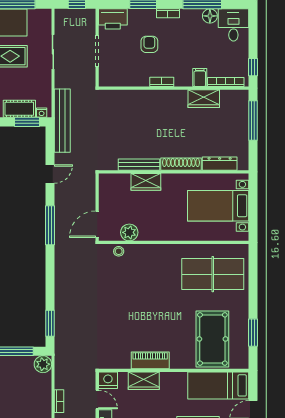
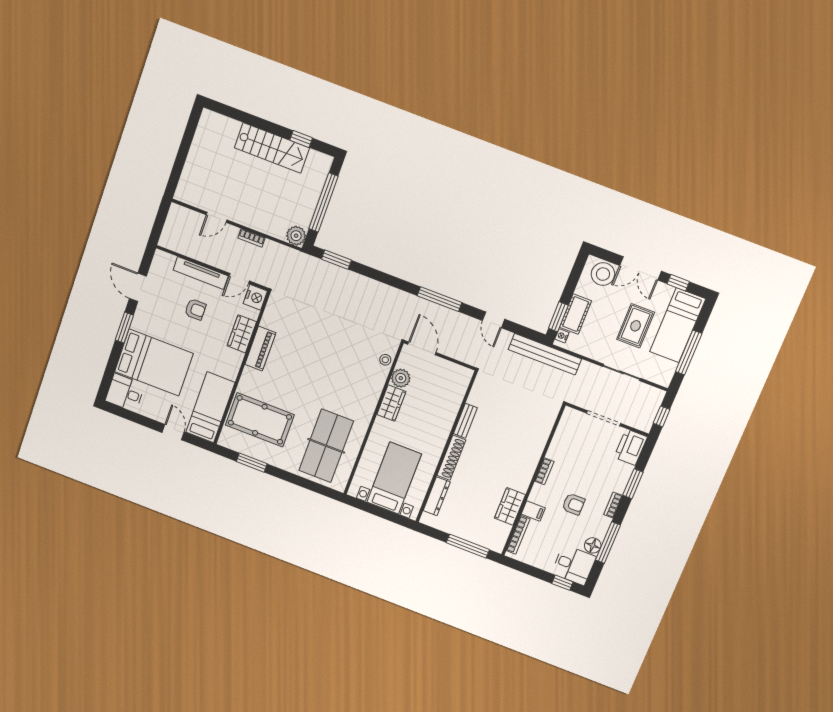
armchair: (149, 44) -> (573, 504), moved
window: (253, 67) -> (562, 583), moved
bench: (139, 165) -> (465, 421), width x0.73
wardrobe: (146, 182) -> (391, 403), moved, turned 180

